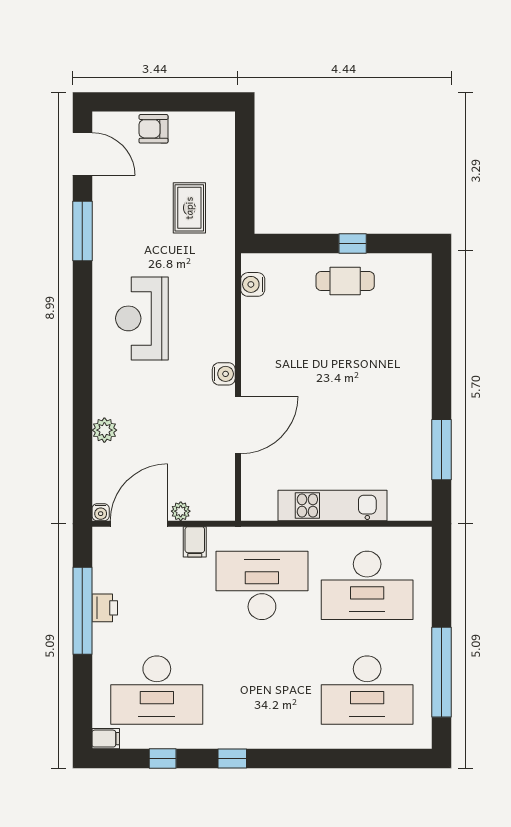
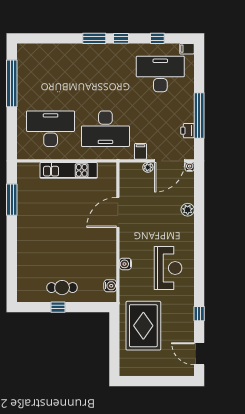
armchair: (153, 129) -> (162, 367), removed
rug: (189, 208) -> (143, 326), width x1.86, depth x2.06
window: (82, 231) -> (199, 314), width x0.46
water cooler: (224, 374) -> (125, 264), moved
printer: (105, 608) -> (187, 131), moved
desk: (367, 690) -> (51, 74), removed
window: (283, 758) -> (94, 38), added

